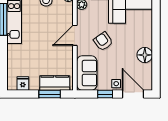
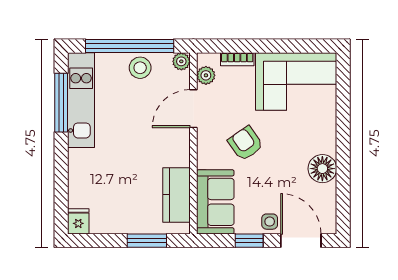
door: (75, 35) -> (193, 109), moved
kitchen counter: (55, 83) -> (176, 195), moved, turned -90
fridge: (23, 84) -> (78, 221), moved

